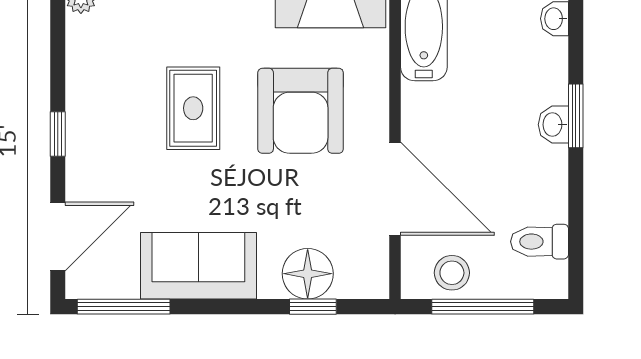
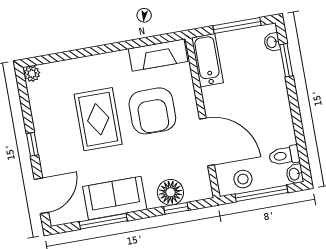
rug: (193, 108) -> (98, 119), width x1.36, depth x1.43
window: (576, 116) -> (286, 60), moved
washbasin: (553, 125) -> (295, 174), moved
window: (124, 307) -> (103, 221), moved

